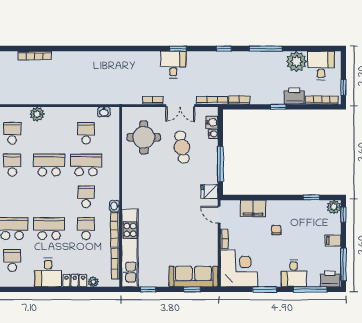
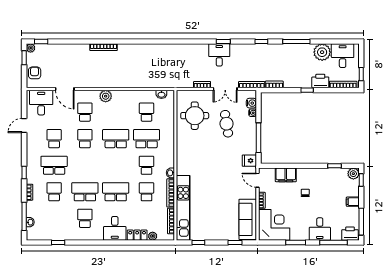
sofa: (193, 276) -> (248, 219), moved, turned -90

